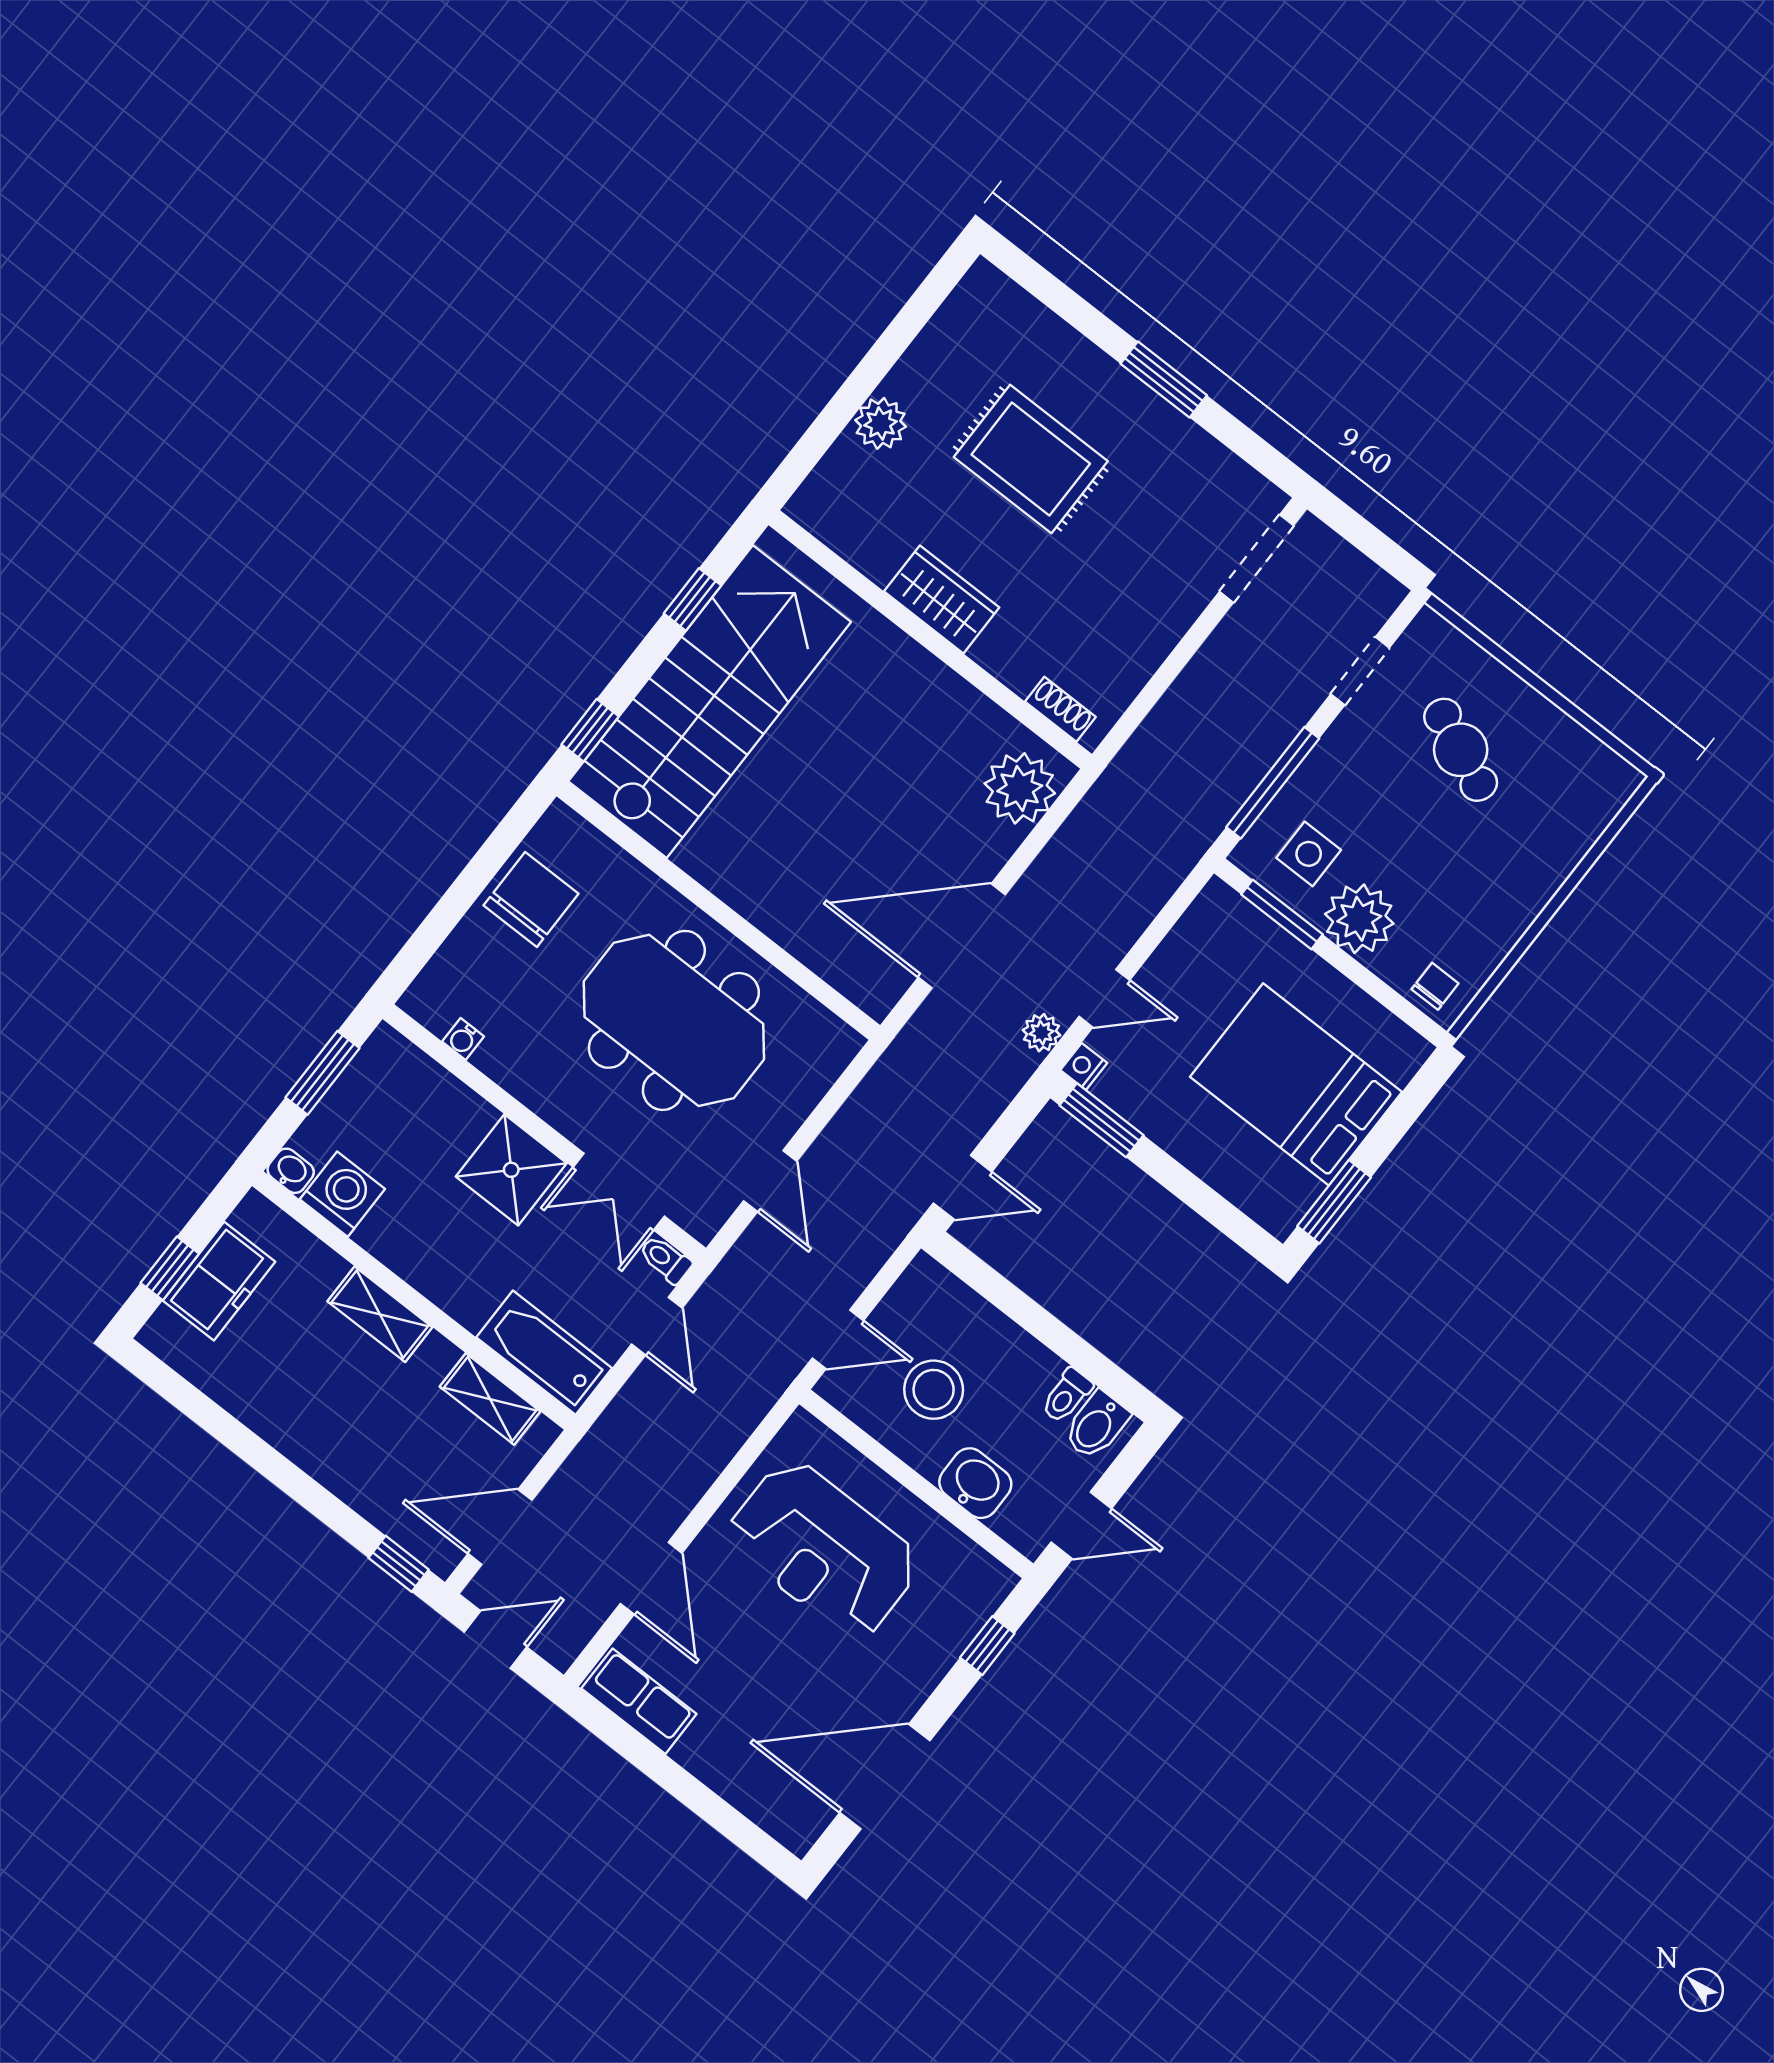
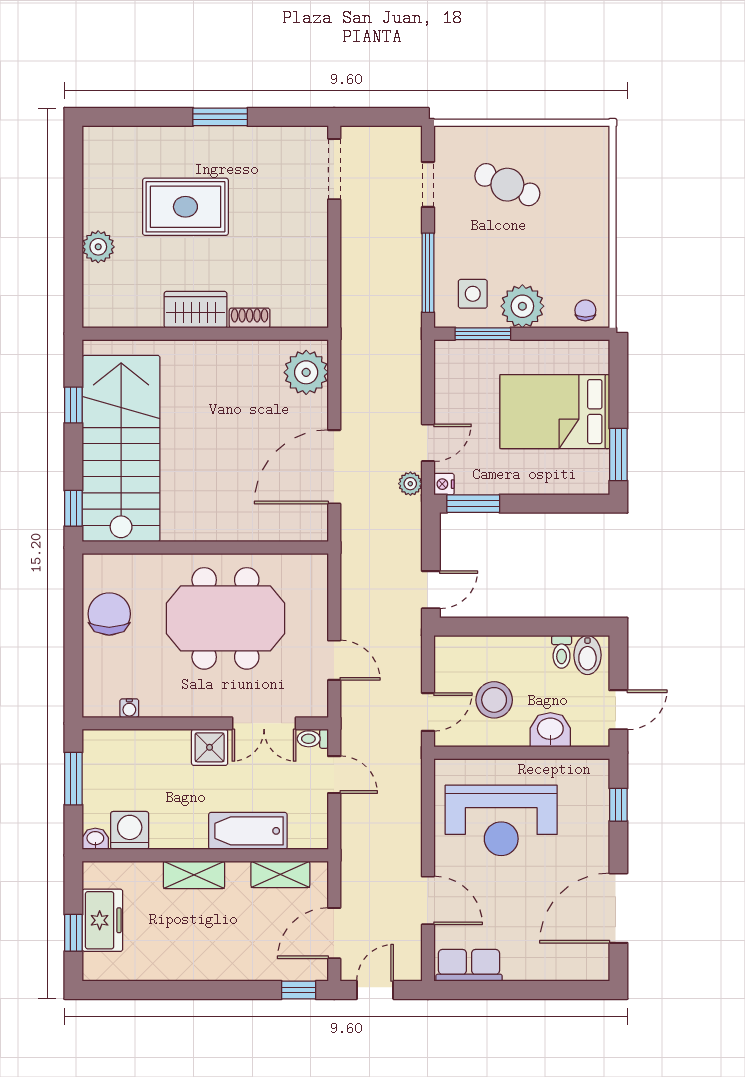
shoe rack: (1060, 709) -> (250, 318), moved
shower: (511, 1170) -> (210, 747), width x0.73, depth x0.73
bathtub: (544, 1353) -> (248, 831), moved

